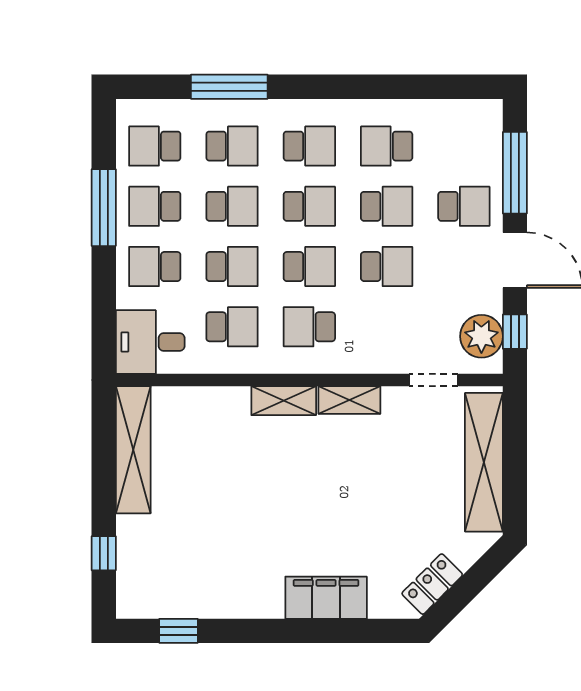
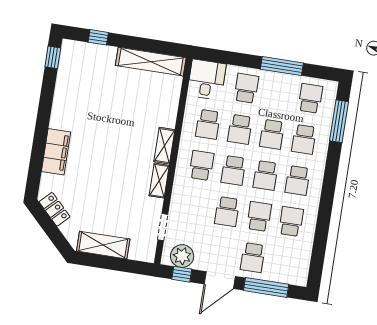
window: (229, 87) -> (339, 121), moved
school desk: (155, 206) -> (278, 93), removed
school desk: (387, 206) -> (259, 217), turned 180
shelving: (484, 462) -> (103, 245), width x0.68
window: (178, 631) -> (53, 57), moved

